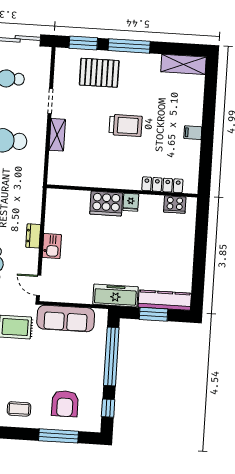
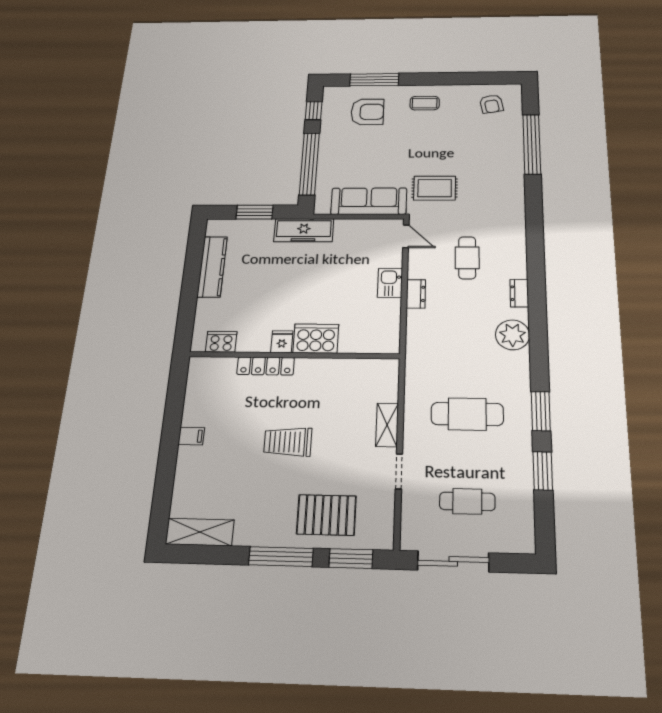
locker: (162, 185) -> (266, 366), moved
kitchen counter: (165, 300) -> (212, 267), moved, turned -90
armchair: (65, 404) -> (367, 112), turned 90

